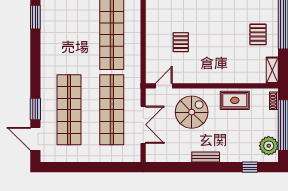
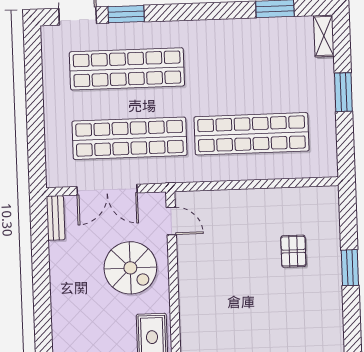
pallet: (181, 42) -> (293, 251), moved, turned 90
bench: (206, 157) -> (56, 218), moved

